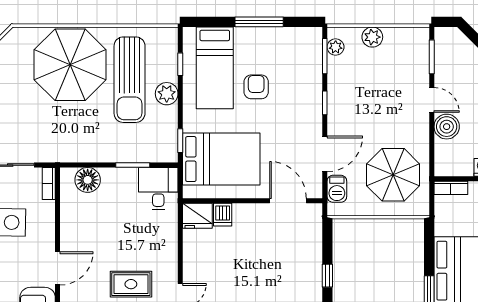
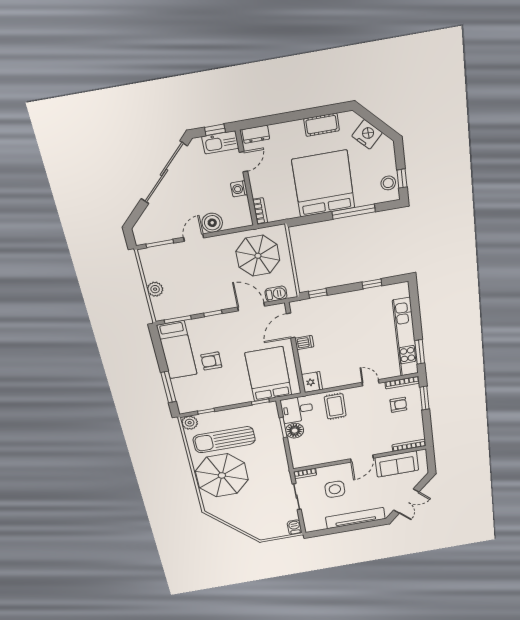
window: (259, 22) -> (168, 387), moved
plant: (336, 47) -> (169, 313), removed
bed: (215, 68) -> (177, 350), moved, turned 90
sun lounger: (130, 80) -> (224, 440), turned 180
plant: (167, 94) -> (190, 423), moved
floor lamp: (88, 180) -> (295, 431), moved
dishwasher: (223, 215) -> (304, 343), moved
door: (58, 268) -> (362, 458), swing flipped
window: (327, 276) -> (318, 293), moved
rug: (131, 284) -> (335, 406), moved

